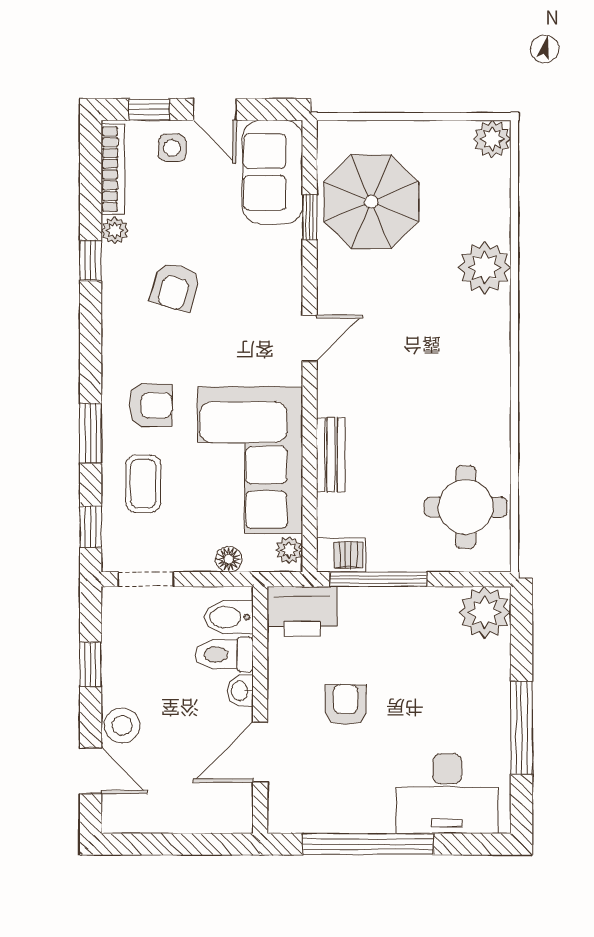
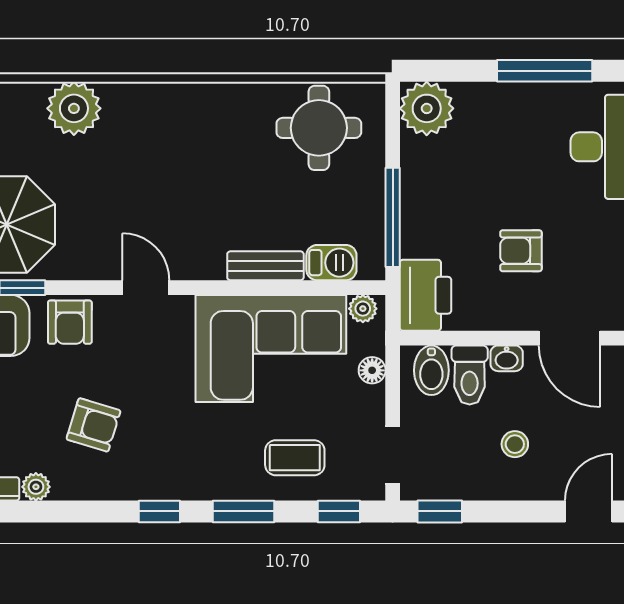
window: (91, 260) -> (159, 511), moved
armchair: (151, 405) -> (70, 322), moved, turned 180
barbecue: (341, 555) -> (331, 263), moved, turned 90
window: (91, 664) -> (440, 511), moved
stool: (122, 725) -> (515, 444), moved, width x0.73, depth x0.73

